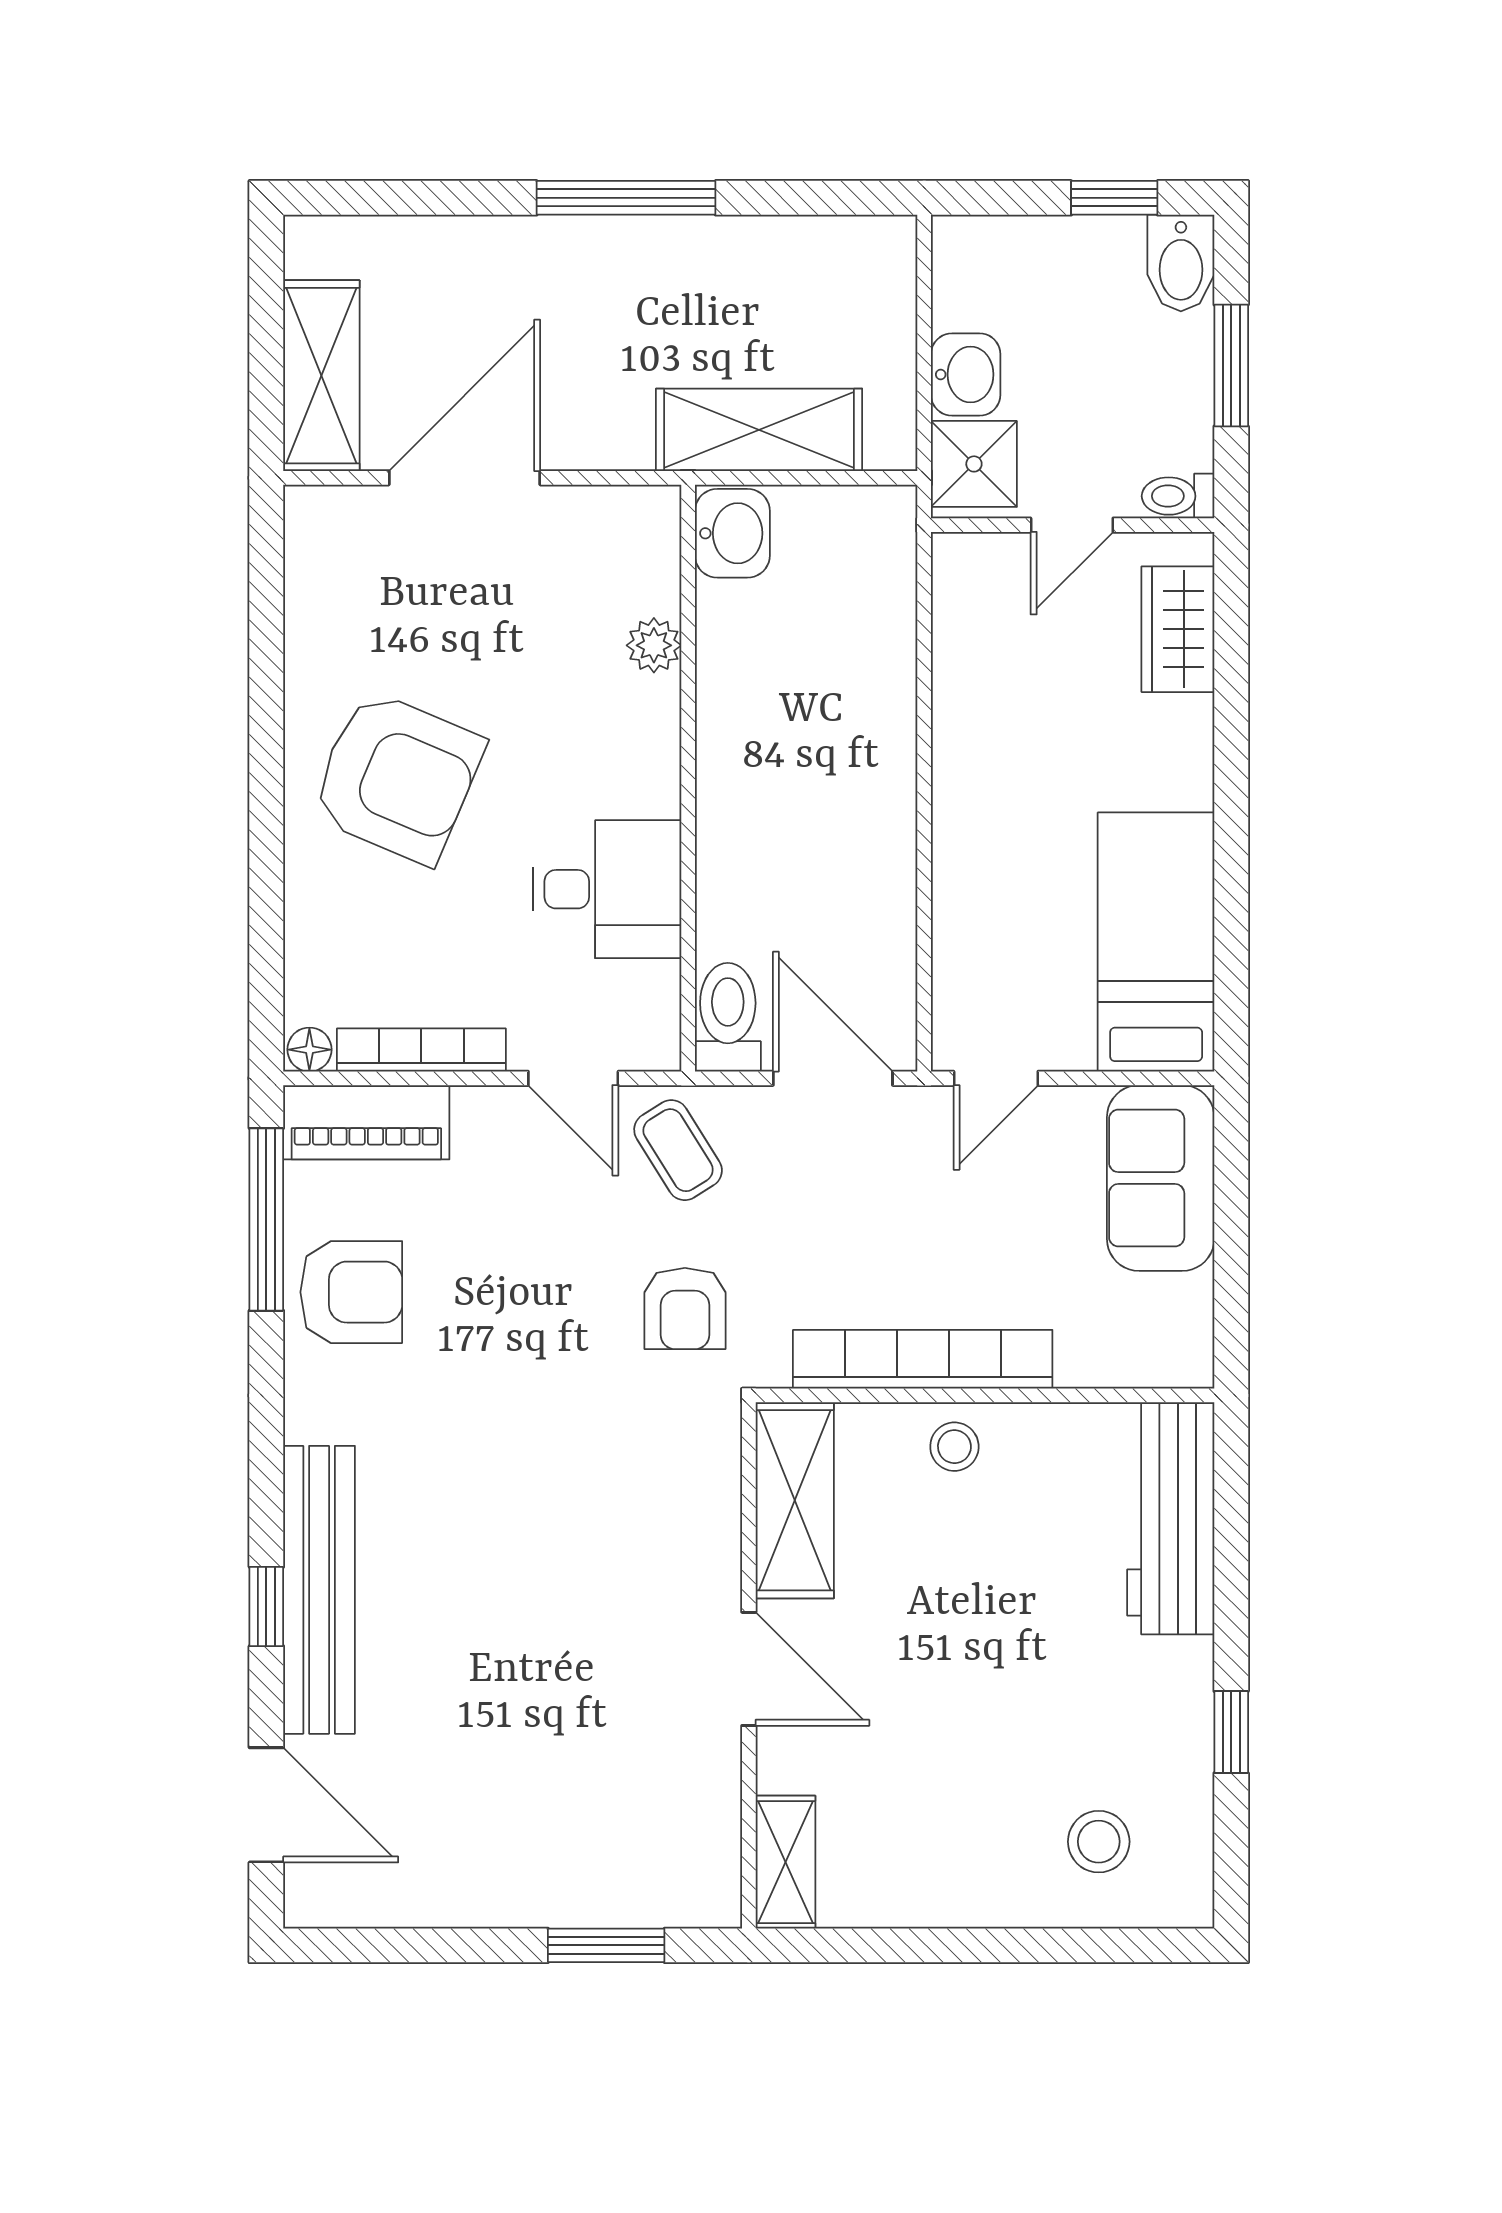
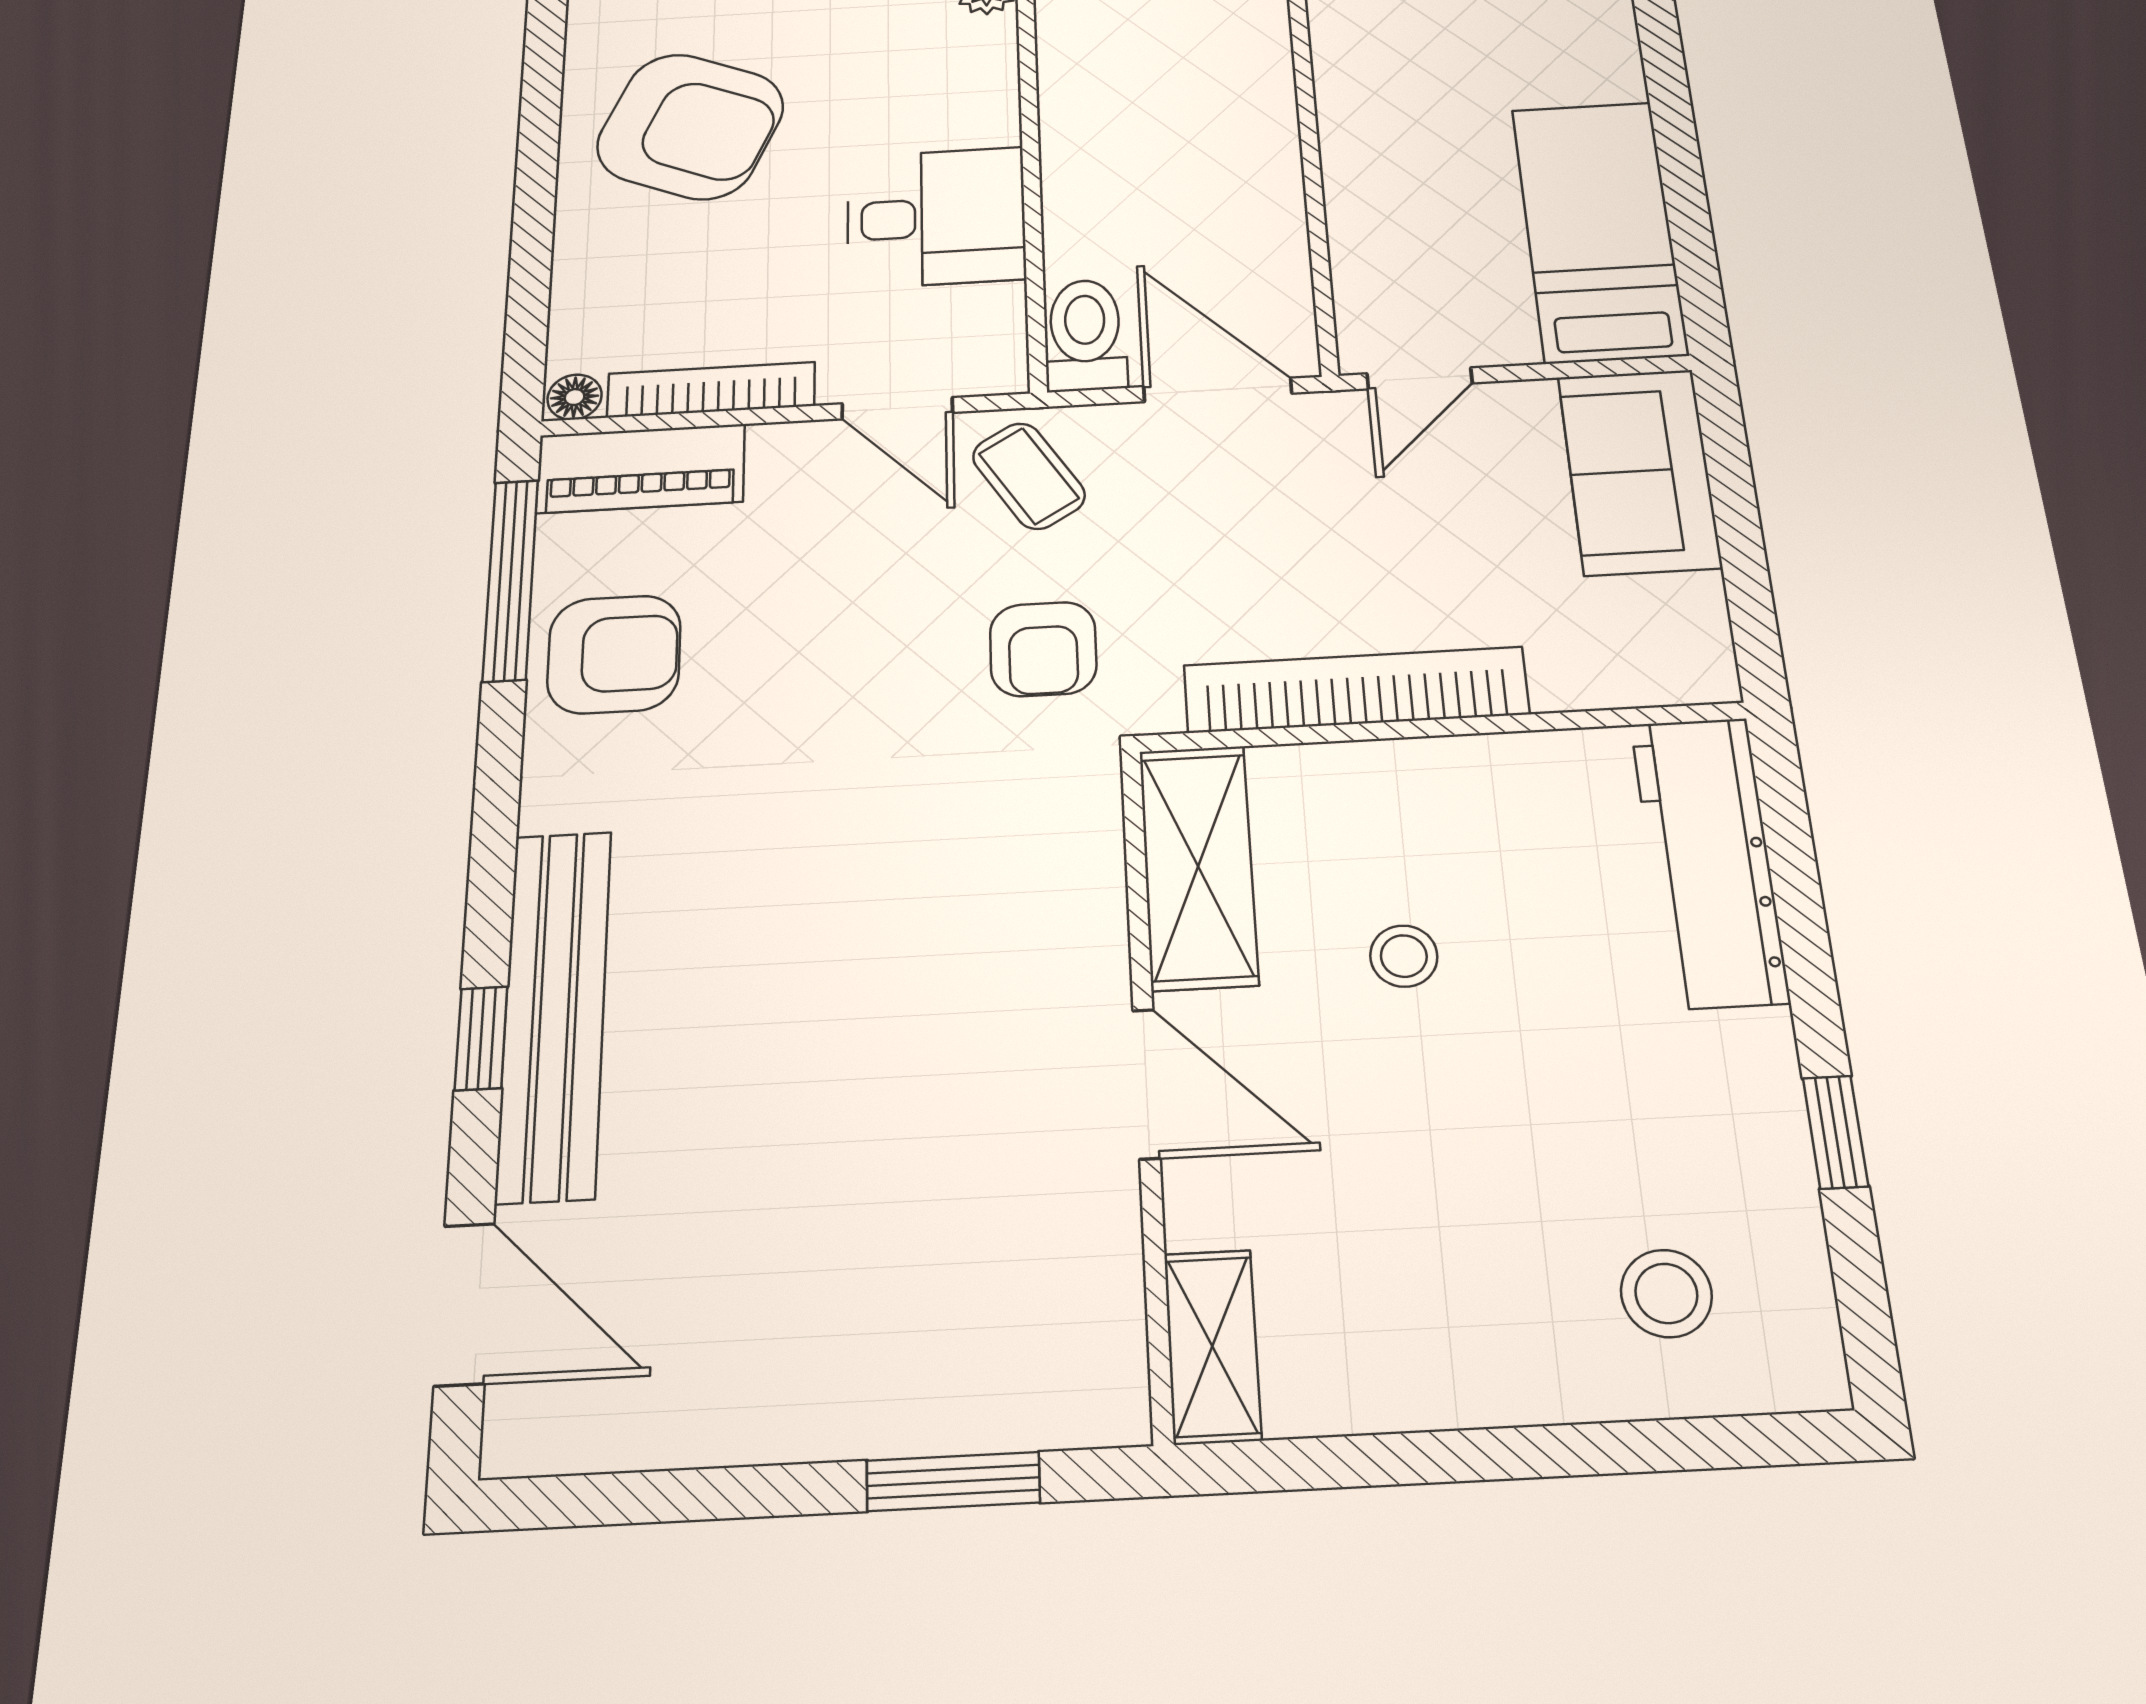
stool: (954, 1447) -> (1404, 956), moved

